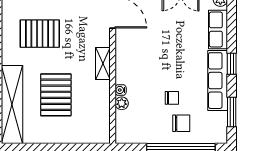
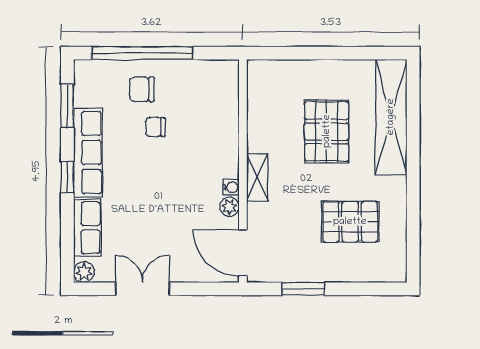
water cooler: (121, 90) -> (231, 187), moved
plant: (122, 103) -> (229, 207), moved

